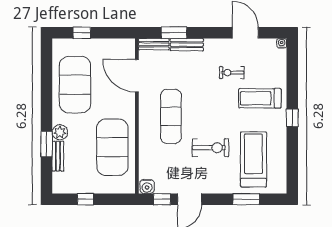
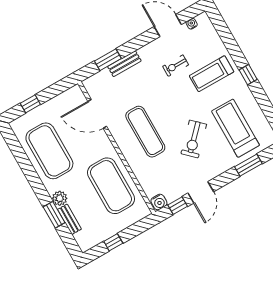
water cooler: (282, 43) -> (192, 24), moved
bench: (154, 44) -> (96, 79), removed
exercise bike: (211, 148) -> (194, 139), turned 134

